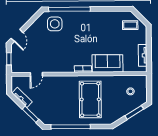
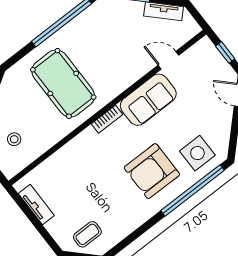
armchair: (81, 31) -> (152, 171), added
sofa: (108, 63) -> (148, 100), moved
door: (36, 74) -> (168, 60), hinge flipped

